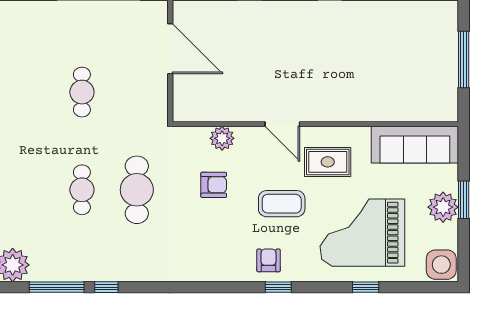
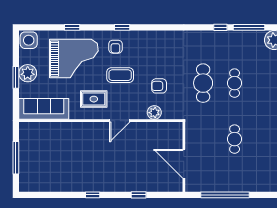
door: (282, 124) -> (120, 121), swing flipped
armchair: (269, 260) -> (115, 47), moved

